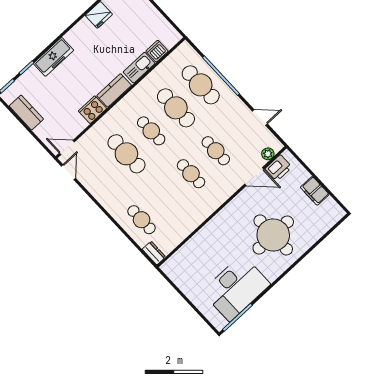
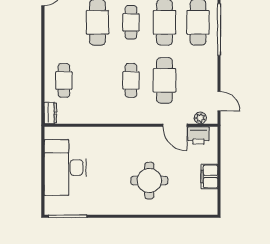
door: (260, 117) -> (219, 101), moved
cafe table: (216, 151) -> (164, 80), width x1.37, depth x1.35
round table: (273, 235) -> (149, 181), width x0.73, depth x0.73
desk: (236, 288) -> (65, 168), moved, turned 90

